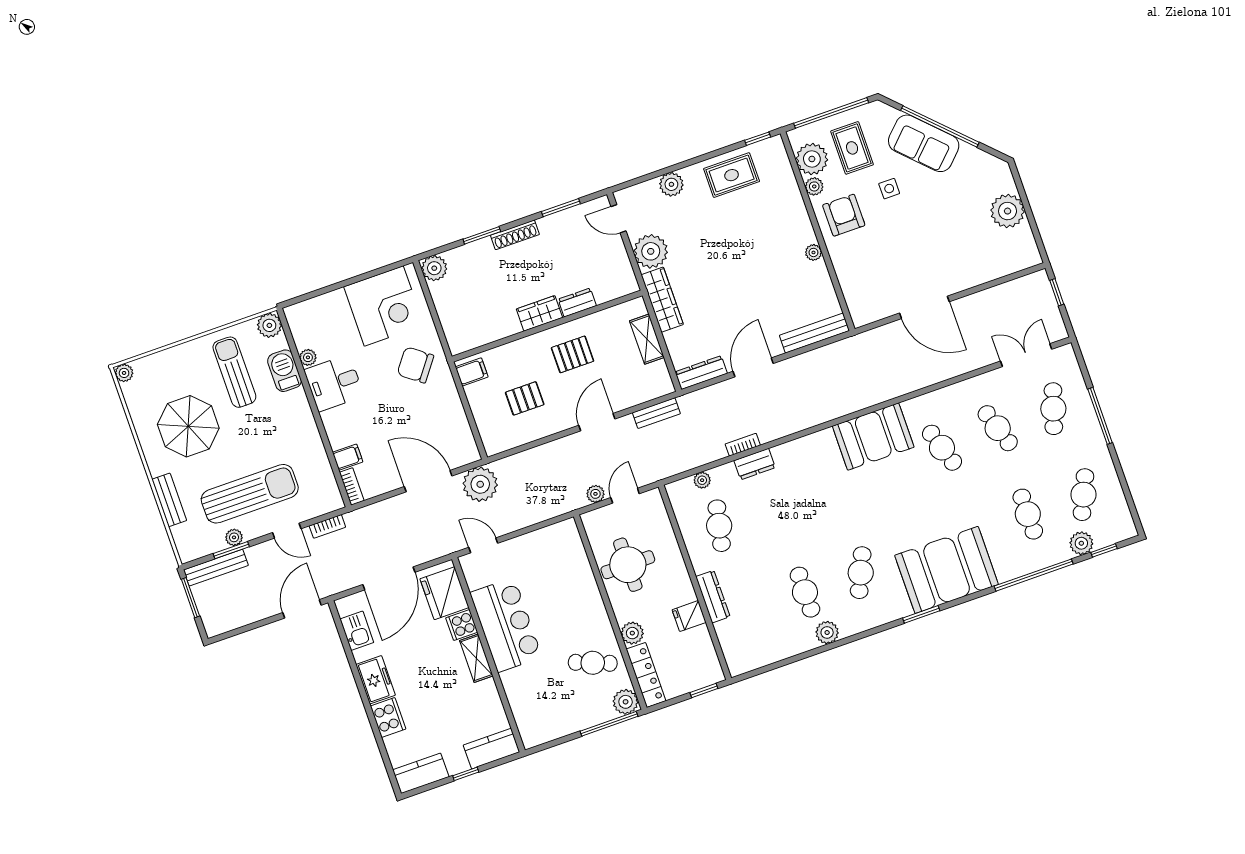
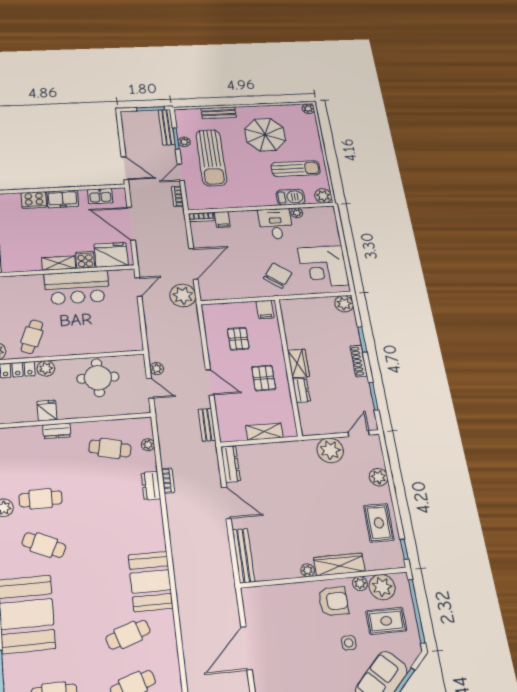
wardrobe: (662, 300) -> (339, 564), moved, turned 180
dresser: (713, 597) -> (57, 431), width x0.70

